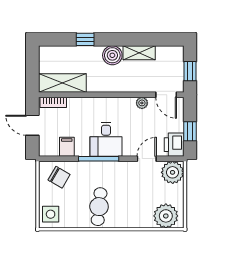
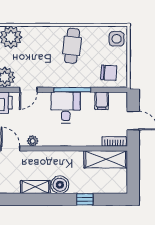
chair: (59, 177) -> (109, 73), turned 153

